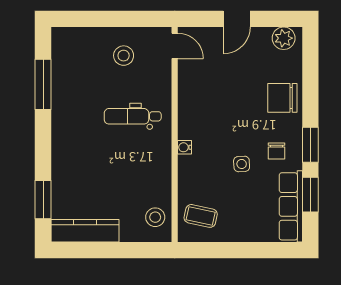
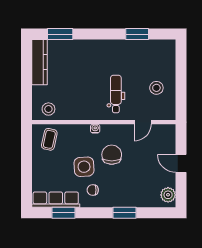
door: (175, 46) -> (143, 122), moved
window: (43, 84) -> (137, 34), width x0.69
chair: (282, 98) -> (112, 155), moved
window: (310, 145) -> (124, 213), moved
side table: (242, 164) -> (84, 167), width x1.87, depth x1.87

